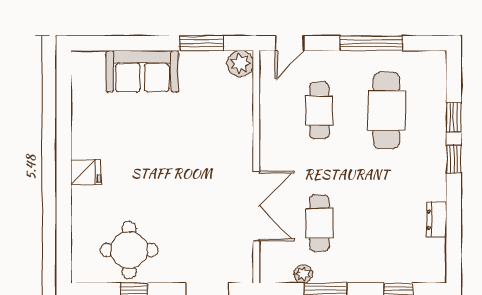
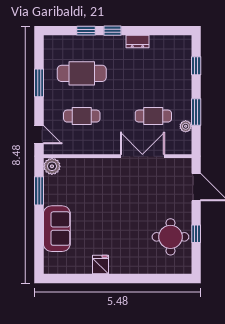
window: (371, 43) -> (39, 83), width x0.69
fridge: (86, 172) -> (100, 265), moved
dresser: (437, 220) -> (137, 41), moved

